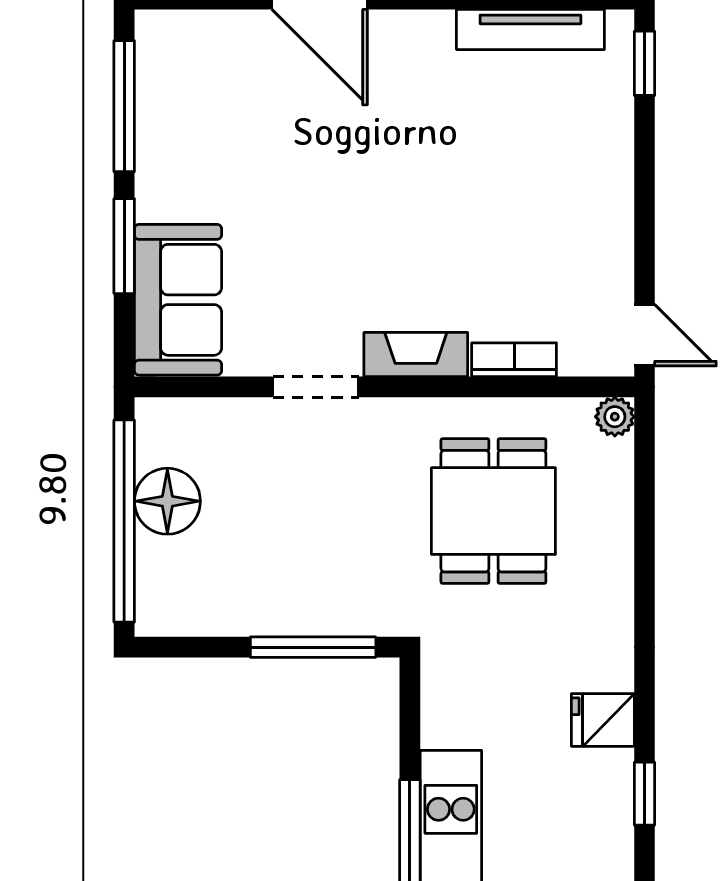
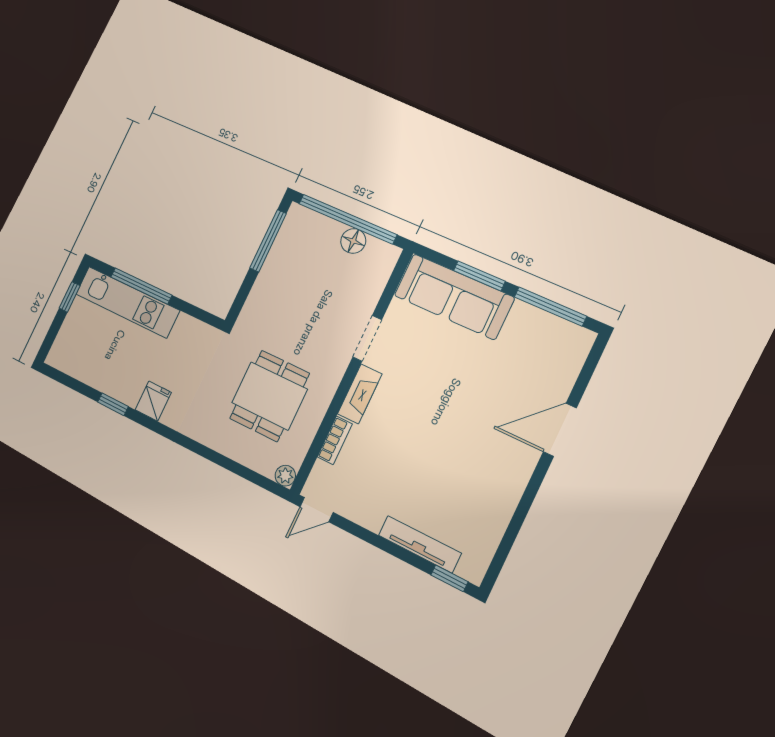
tv unit: (530, 29) -> (420, 544), moved, turned 90
sofa: (178, 300) -> (454, 297), width x1.36
floor lamp: (167, 501) -> (353, 241), width x0.73, depth x0.73
dining table: (493, 511) -> (269, 396), turned 90
window: (313, 647) -> (268, 241), moved

